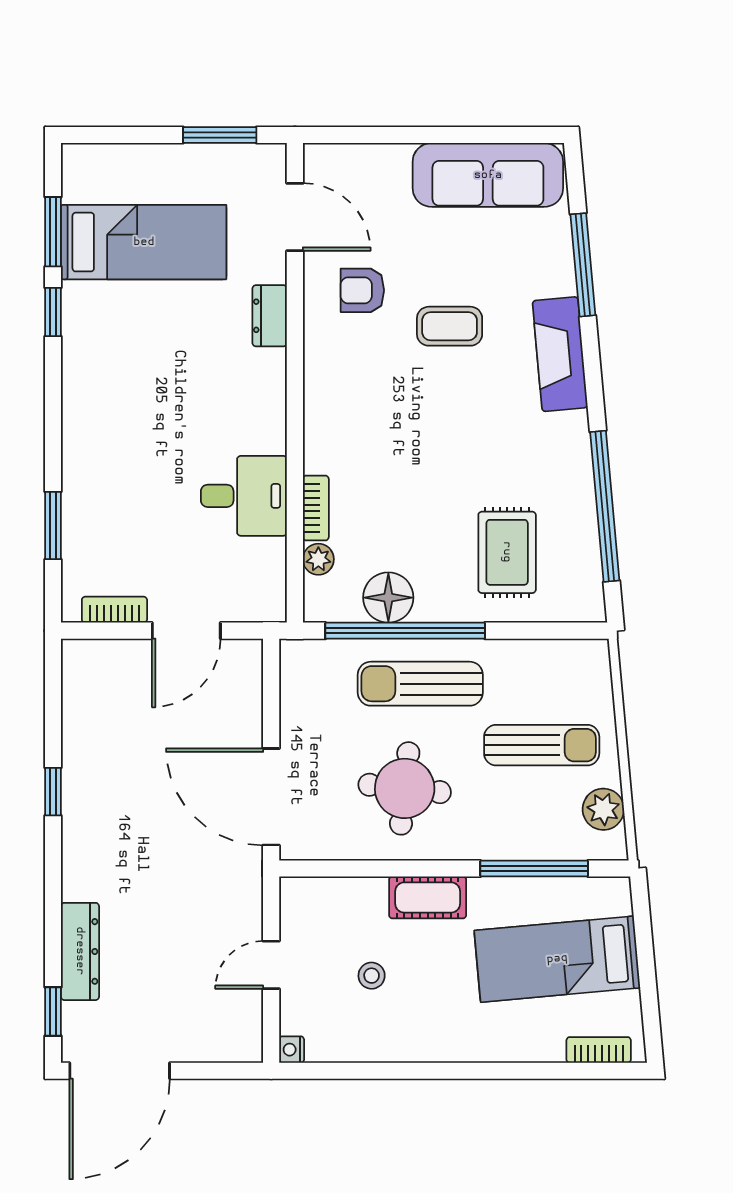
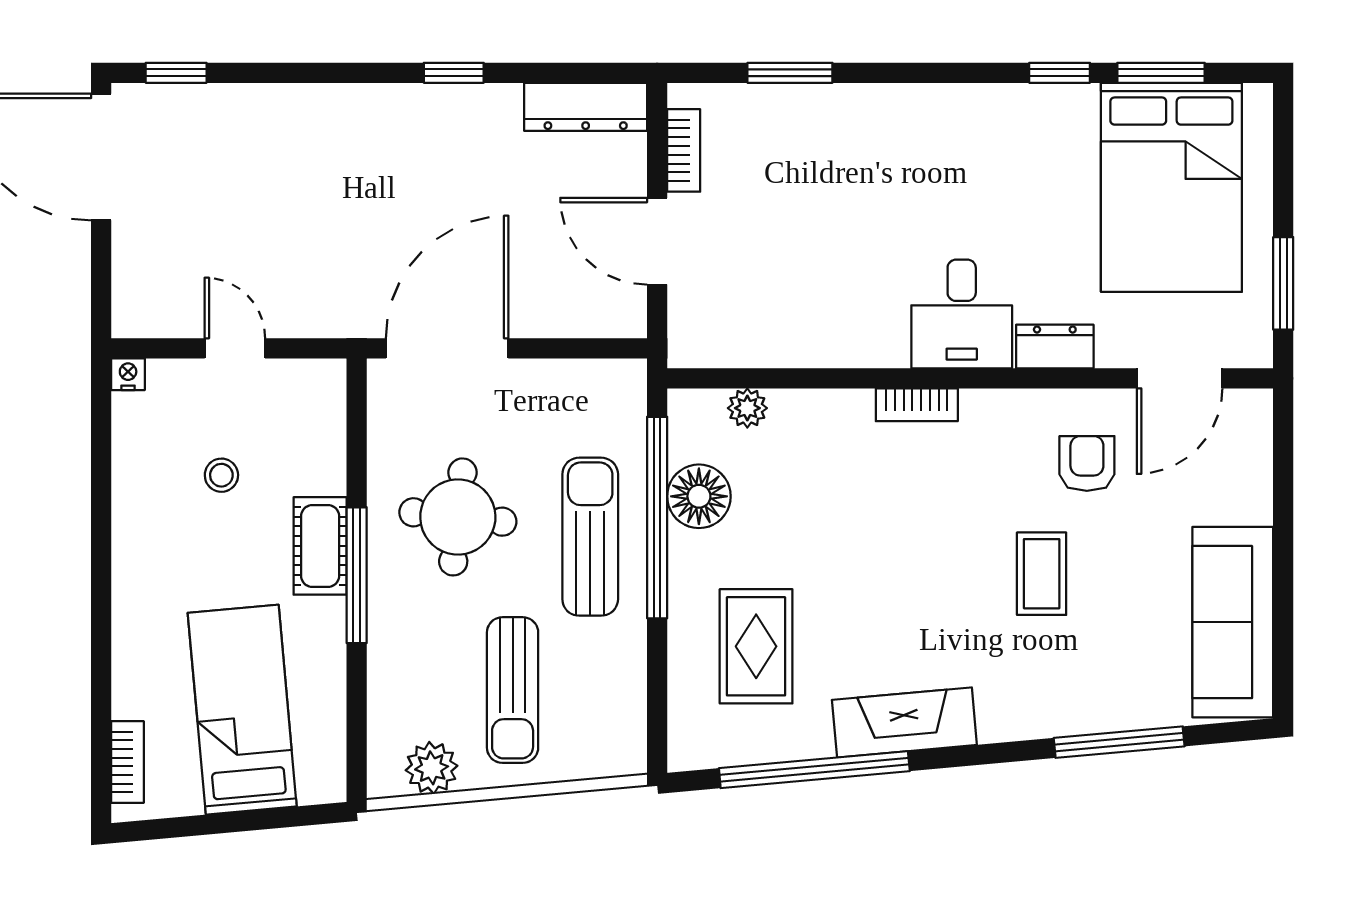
bed: (144, 242) -> (1171, 187), width x1.50
fireplace: (560, 354) -> (904, 722), moved
desk: (244, 496) -> (962, 314), moved
bookcase: (316, 508) -> (917, 405), moved
rug: (507, 552) -> (756, 646), turned 90
window: (534, 869) -> (357, 575), moved
dresser: (80, 951) -> (586, 107), moved

